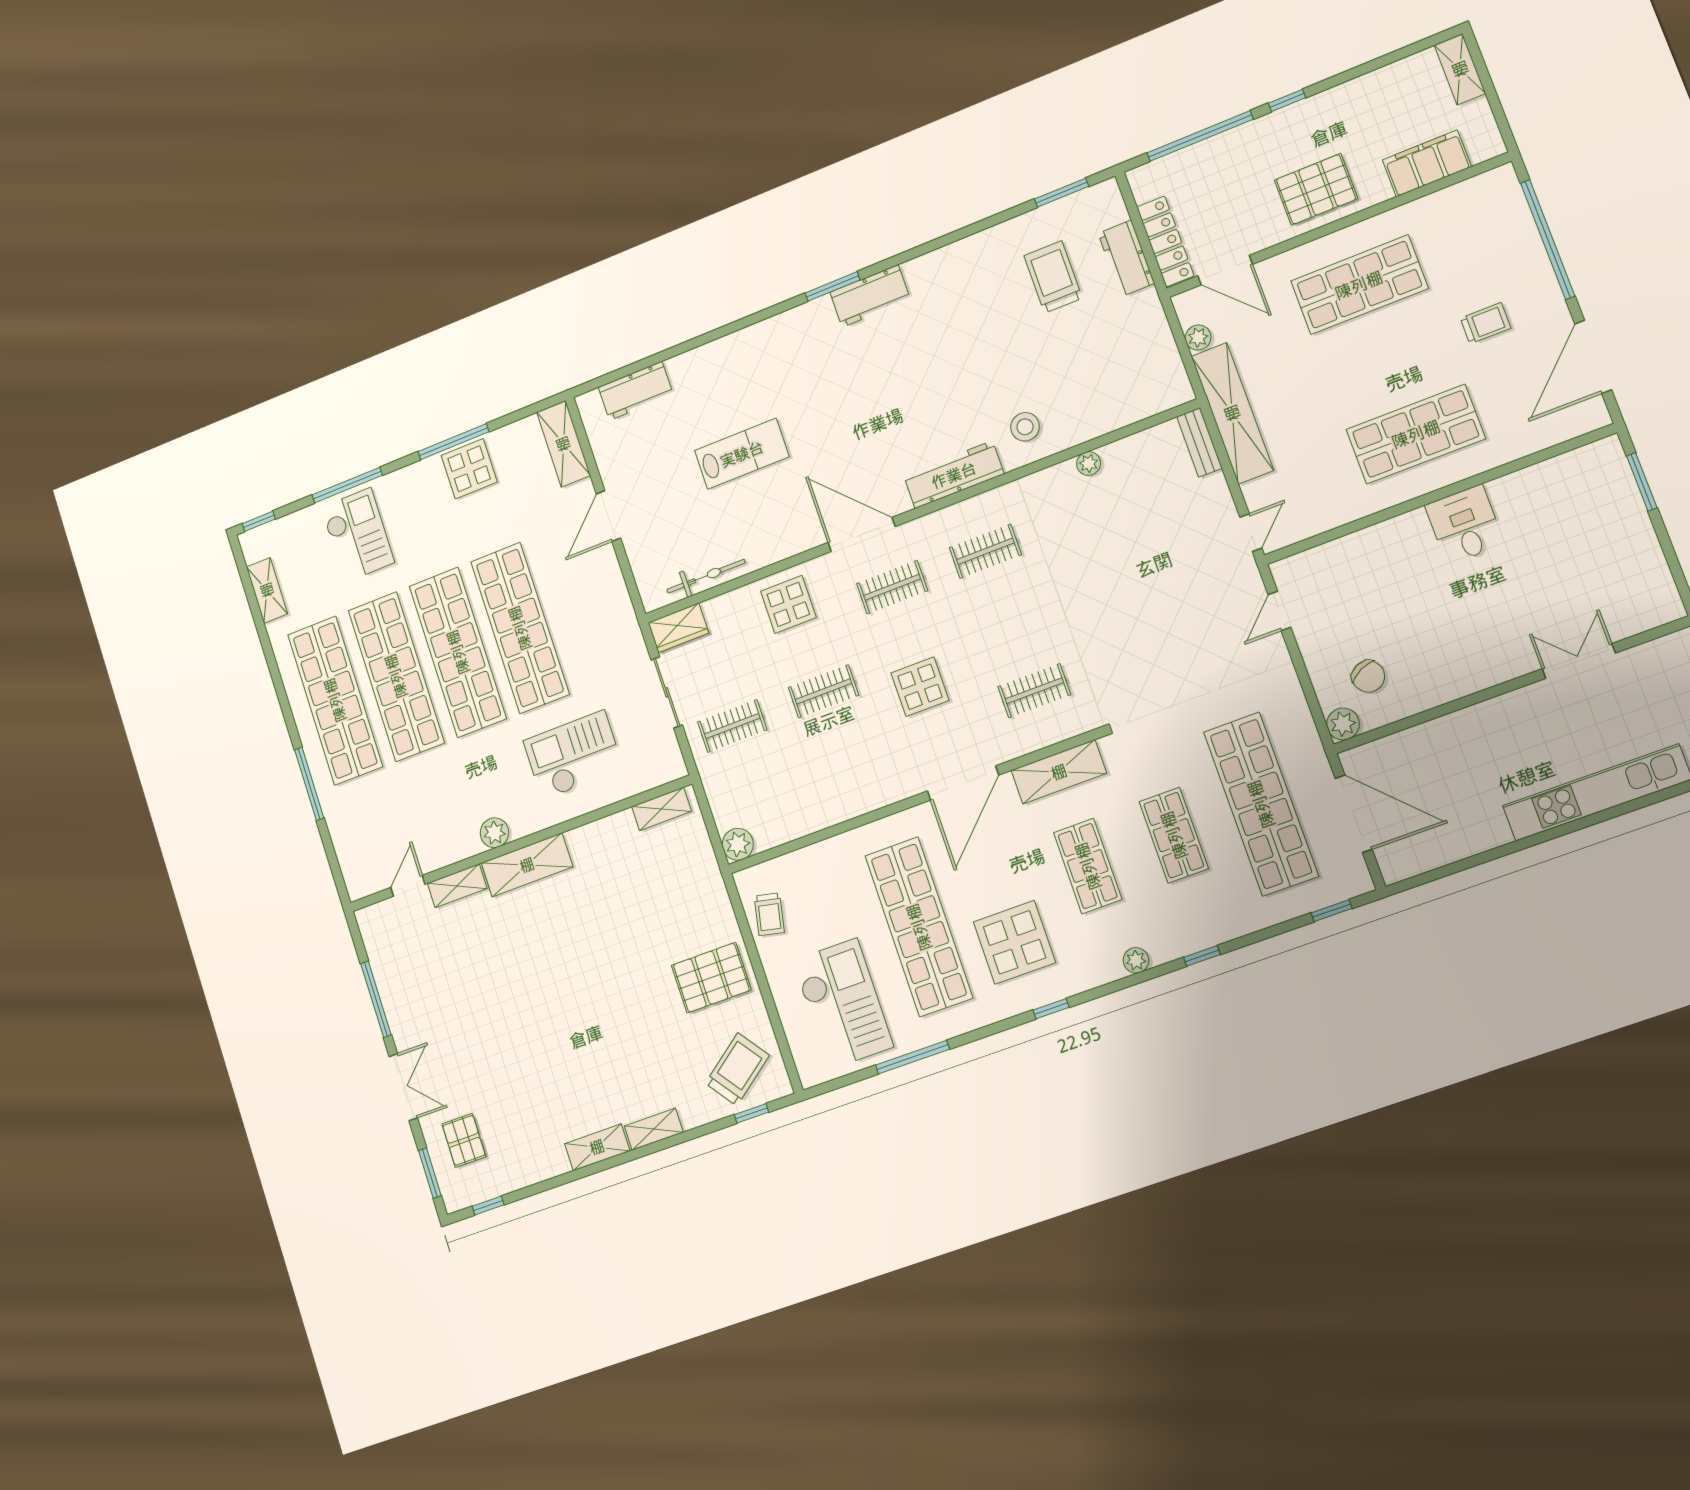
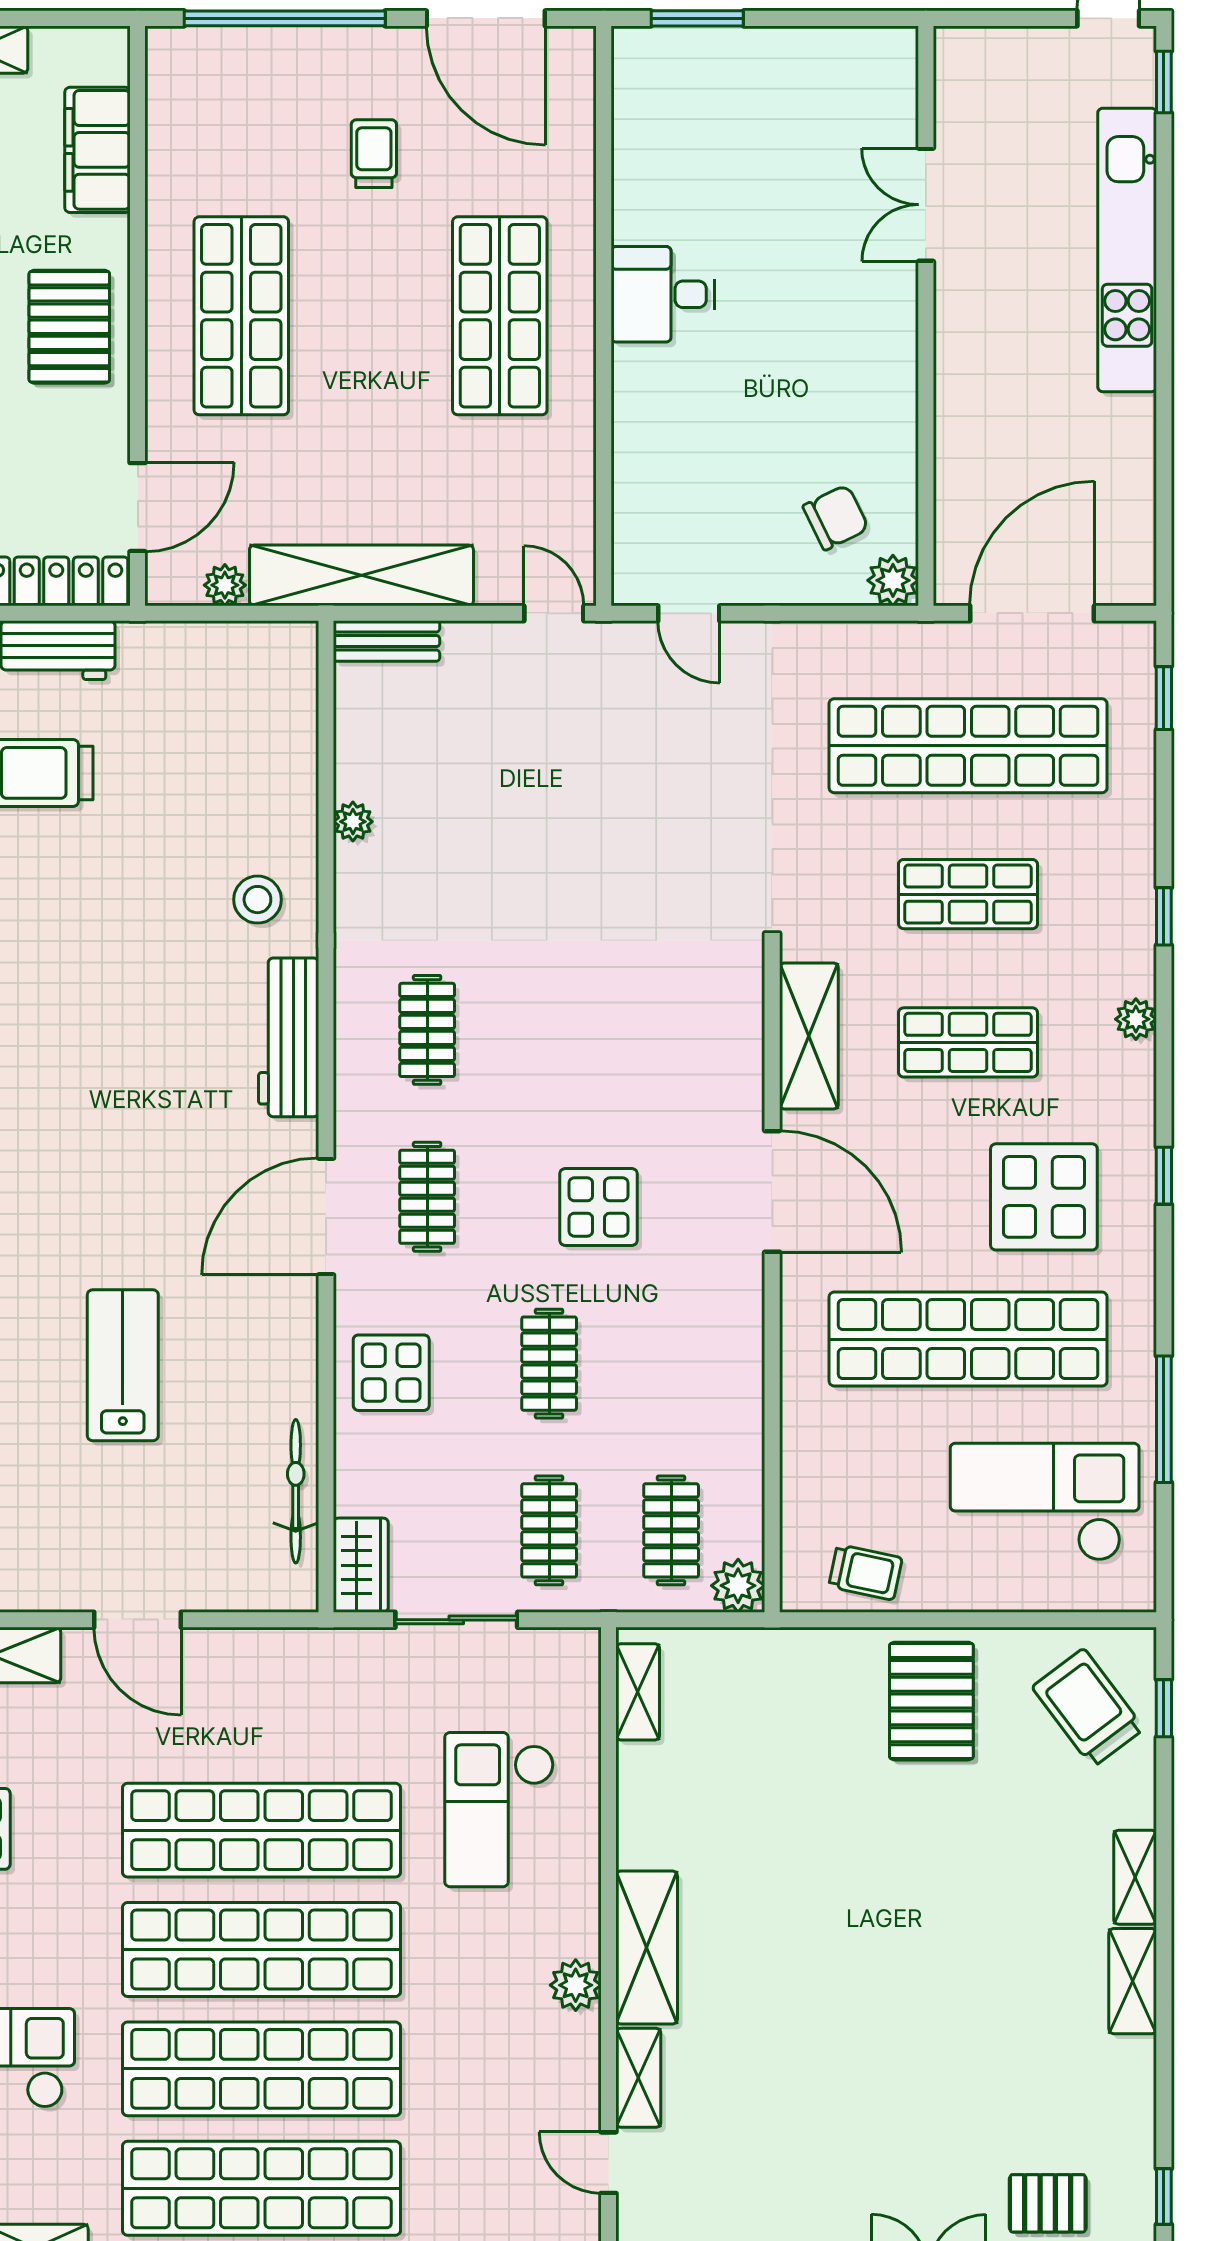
clothes rail: (1034, 691) -> (671, 1530), moved

